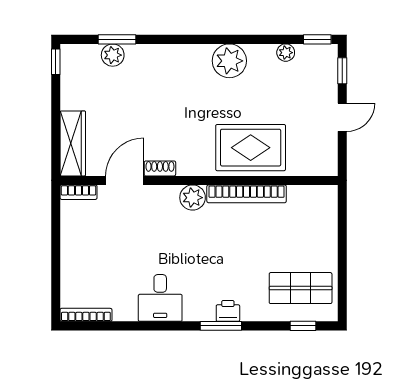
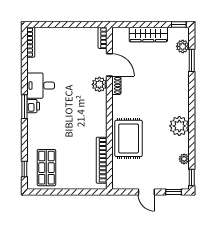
plant: (113, 55) -> (183, 46), moved
wardrobe: (73, 143) -> (148, 34), moved
bookcase: (247, 194) -> (102, 160), moved
plant: (193, 198) -> (99, 84), moved
printer: (228, 311) -> (33, 106), moved
window: (221, 326) -> (24, 107), moved

